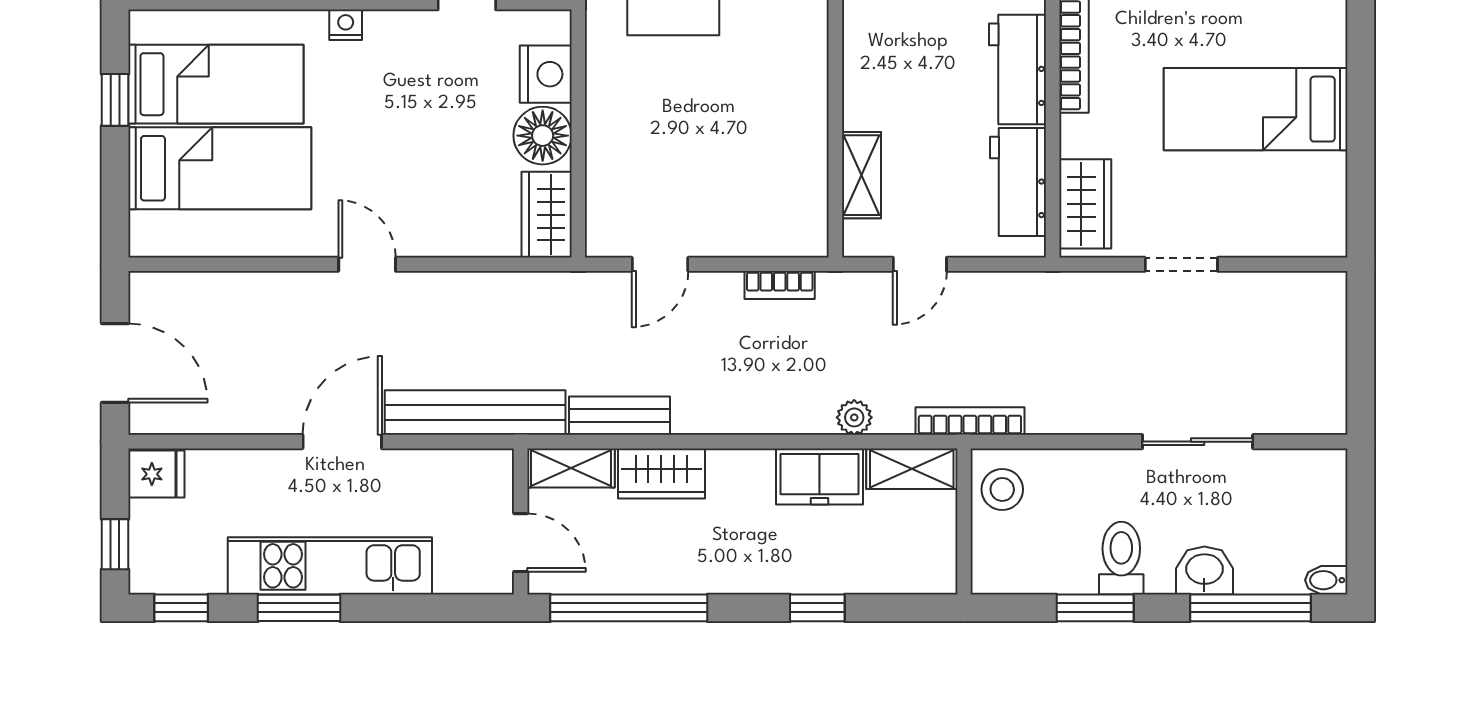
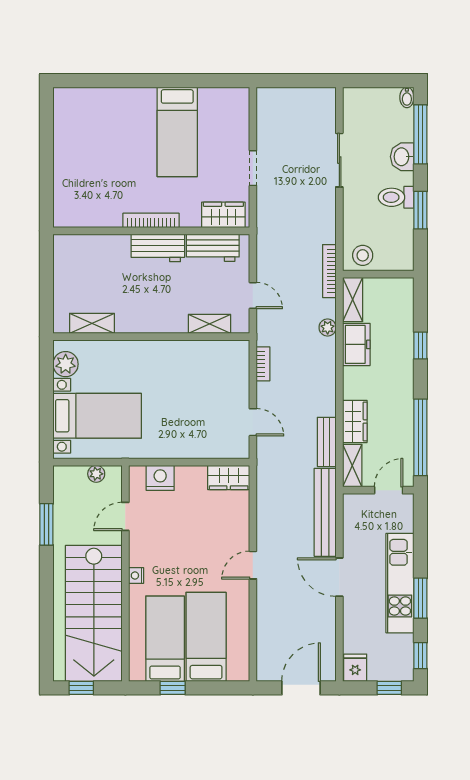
floor lamp: (543, 136) -> (190, 479), removed

